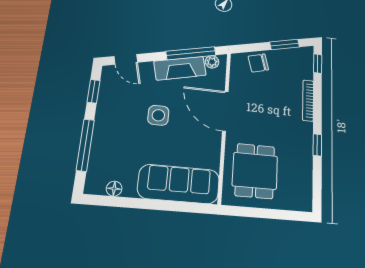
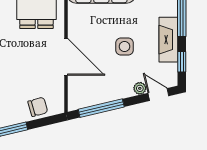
plant: (212, 62) -> (140, 88), moved
fireplace: (180, 68) -> (168, 40), moved, turned -77

